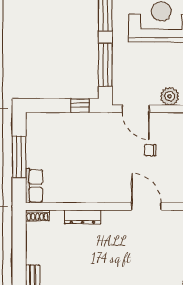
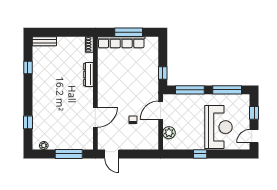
row of seats: (34, 186) -> (121, 42), width x2.02

